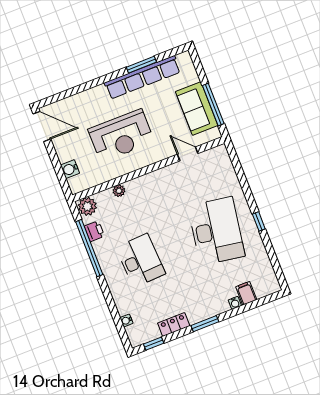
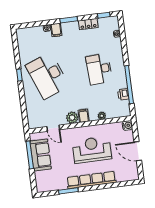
row of seats: (142, 77) -> (91, 180), moved
door: (42, 126) -> (138, 151), moved
water cooler: (70, 169) -> (127, 125), moved
filing cabinet: (146, 184) -> (84, 116), added
plant: (87, 206) -> (72, 118), moved
desk: (216, 231) -> (47, 76), turned -30
filing cabinet: (246, 293) -> (56, 30), moved

